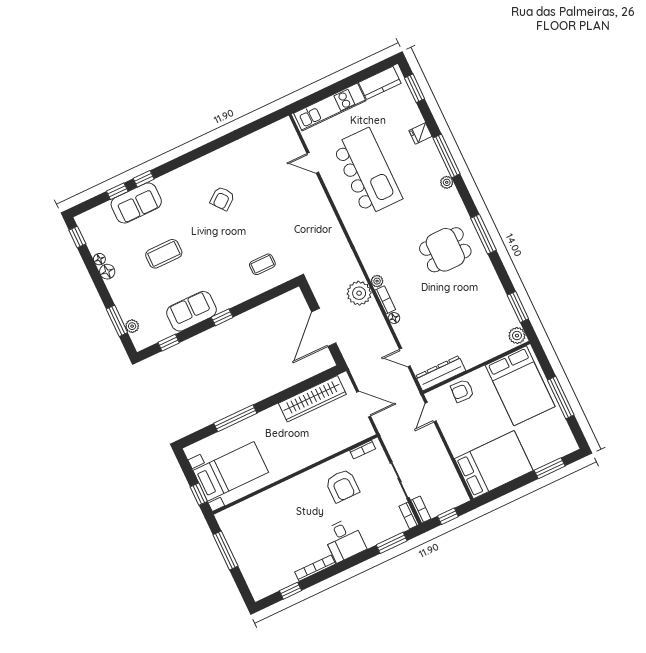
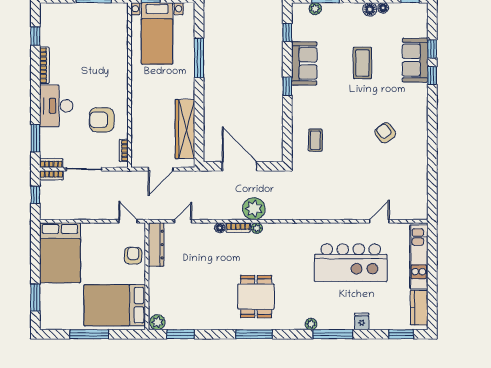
desk: (344, 540) -> (56, 106), width x1.37

